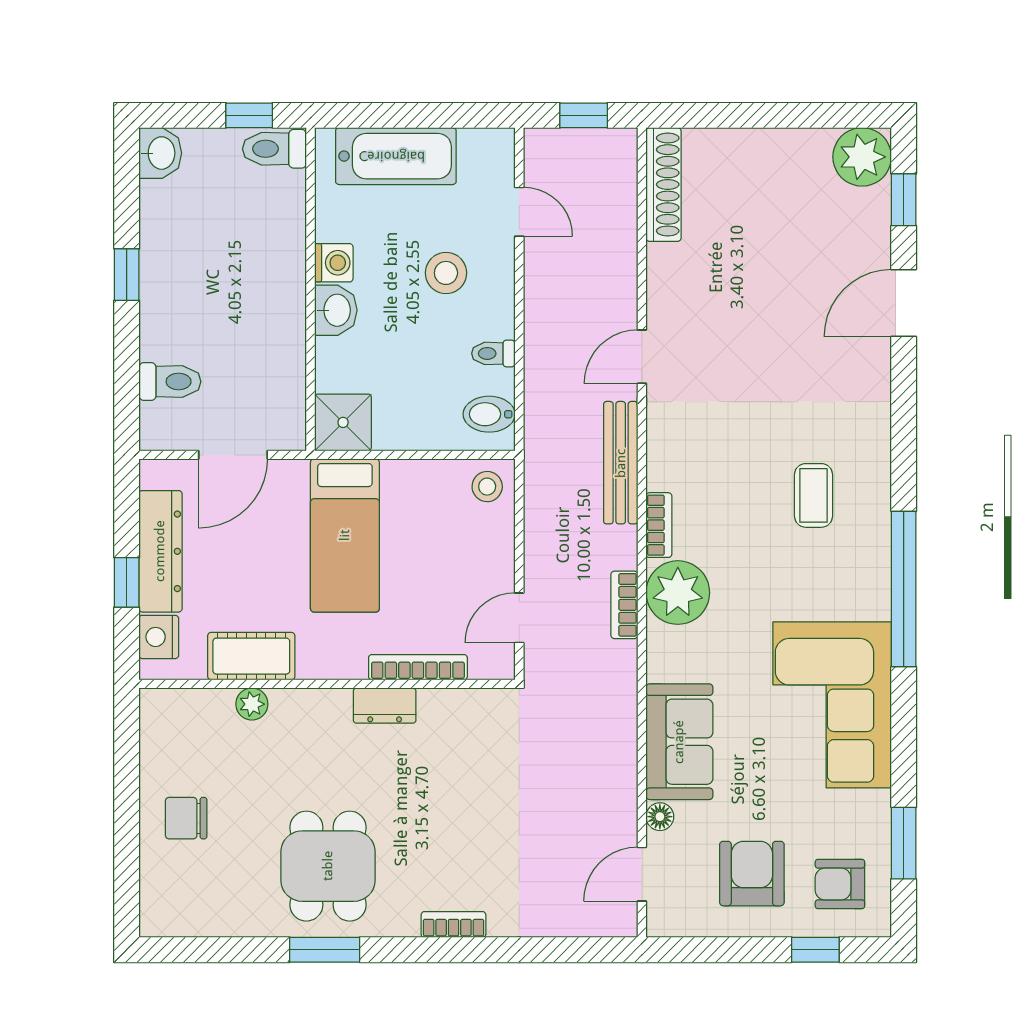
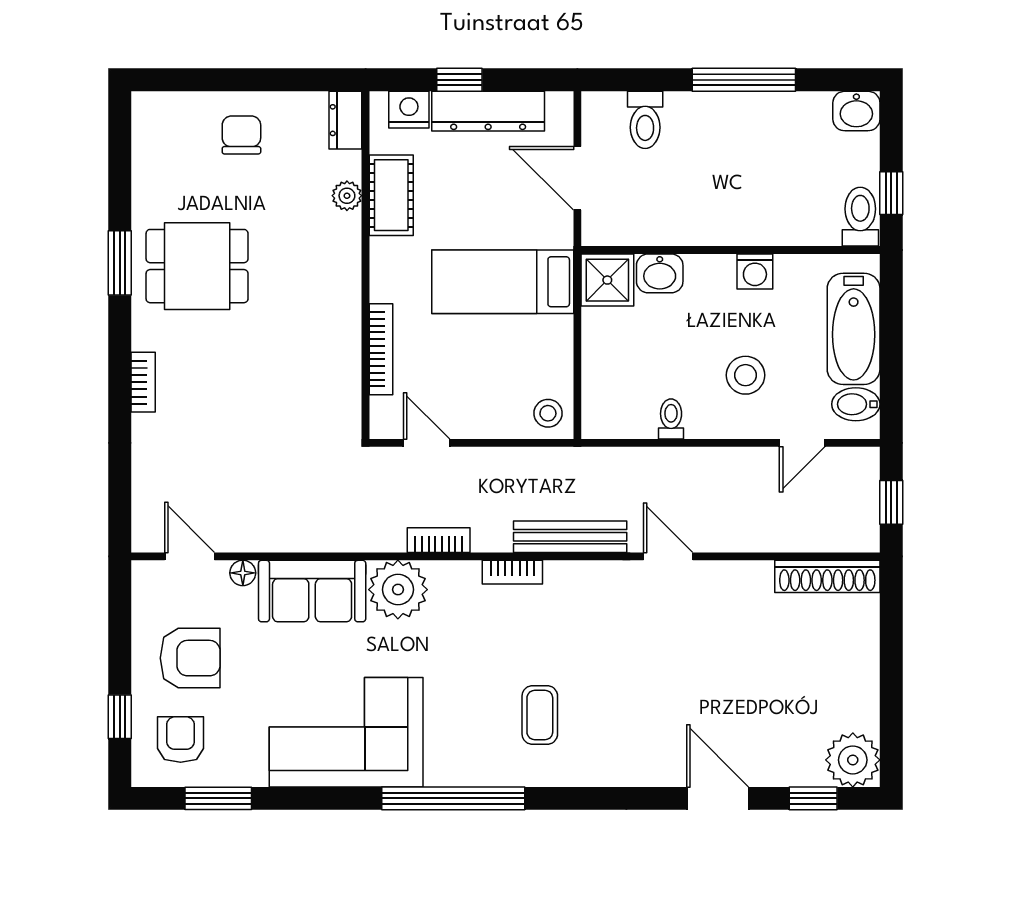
window: (127, 275) -> (744, 80), width x2.17
washbasin: (336, 310) -> (660, 273), moved
bidet: (489, 414) -> (856, 404), moved, turned -90
coffee table: (814, 495) -> (540, 715), turned 90
plant: (678, 593) -> (398, 590), moved
dresser: (385, 706) -> (345, 120), moved

